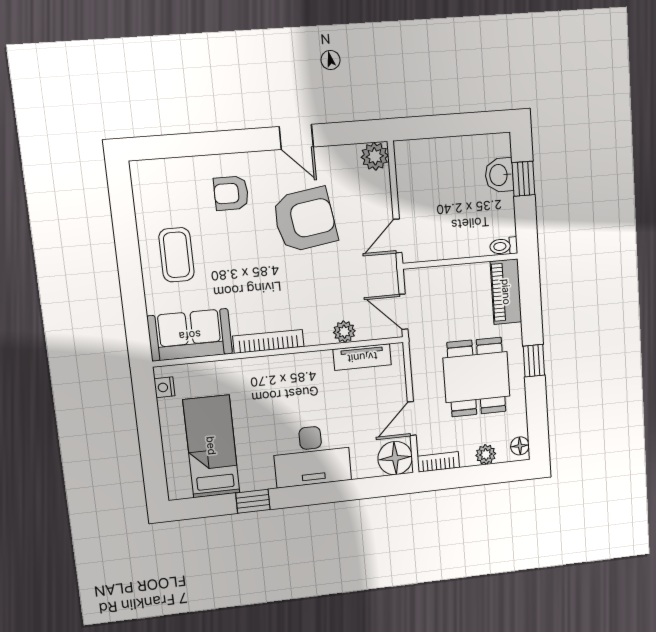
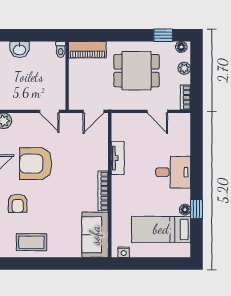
window: (523, 179) -> (23, 35), removed
armchair: (305, 220) -> (36, 164), turned -81
coffee table: (176, 255) -> (31, 242), moved
plant: (344, 332) -> (102, 147), removed
tv unit: (362, 357) -> (118, 158), moved
window: (534, 361) -> (163, 35), moved
desk: (312, 456) -> (173, 172), width x0.73
floor lamp: (395, 458) -> (185, 210), moved, width x0.53, depth x0.53

